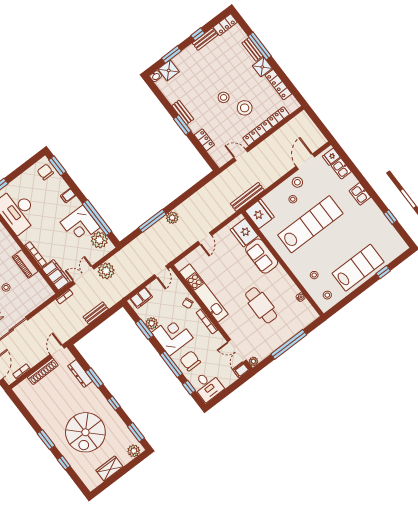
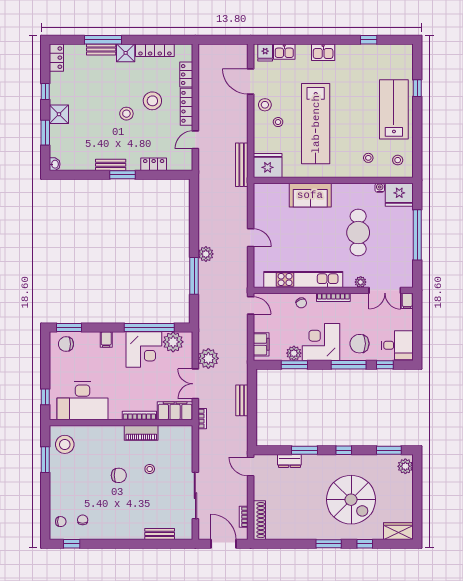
bench: (205, 39) -> (55, 88), removed
shower: (169, 70) -> (59, 114), moved
lab bench: (310, 224) -> (316, 124), turned 180
fridge: (244, 233) -> (399, 195), moved
cafe table: (261, 305) -> (358, 233), turned 90
plant: (253, 361) -> (361, 282), moved
shoe rack: (43, 371) -> (259, 520), moved
dresser: (80, 374) -> (289, 461), width x0.70
wardrobe: (109, 469) -> (398, 531), moved, turned 90

